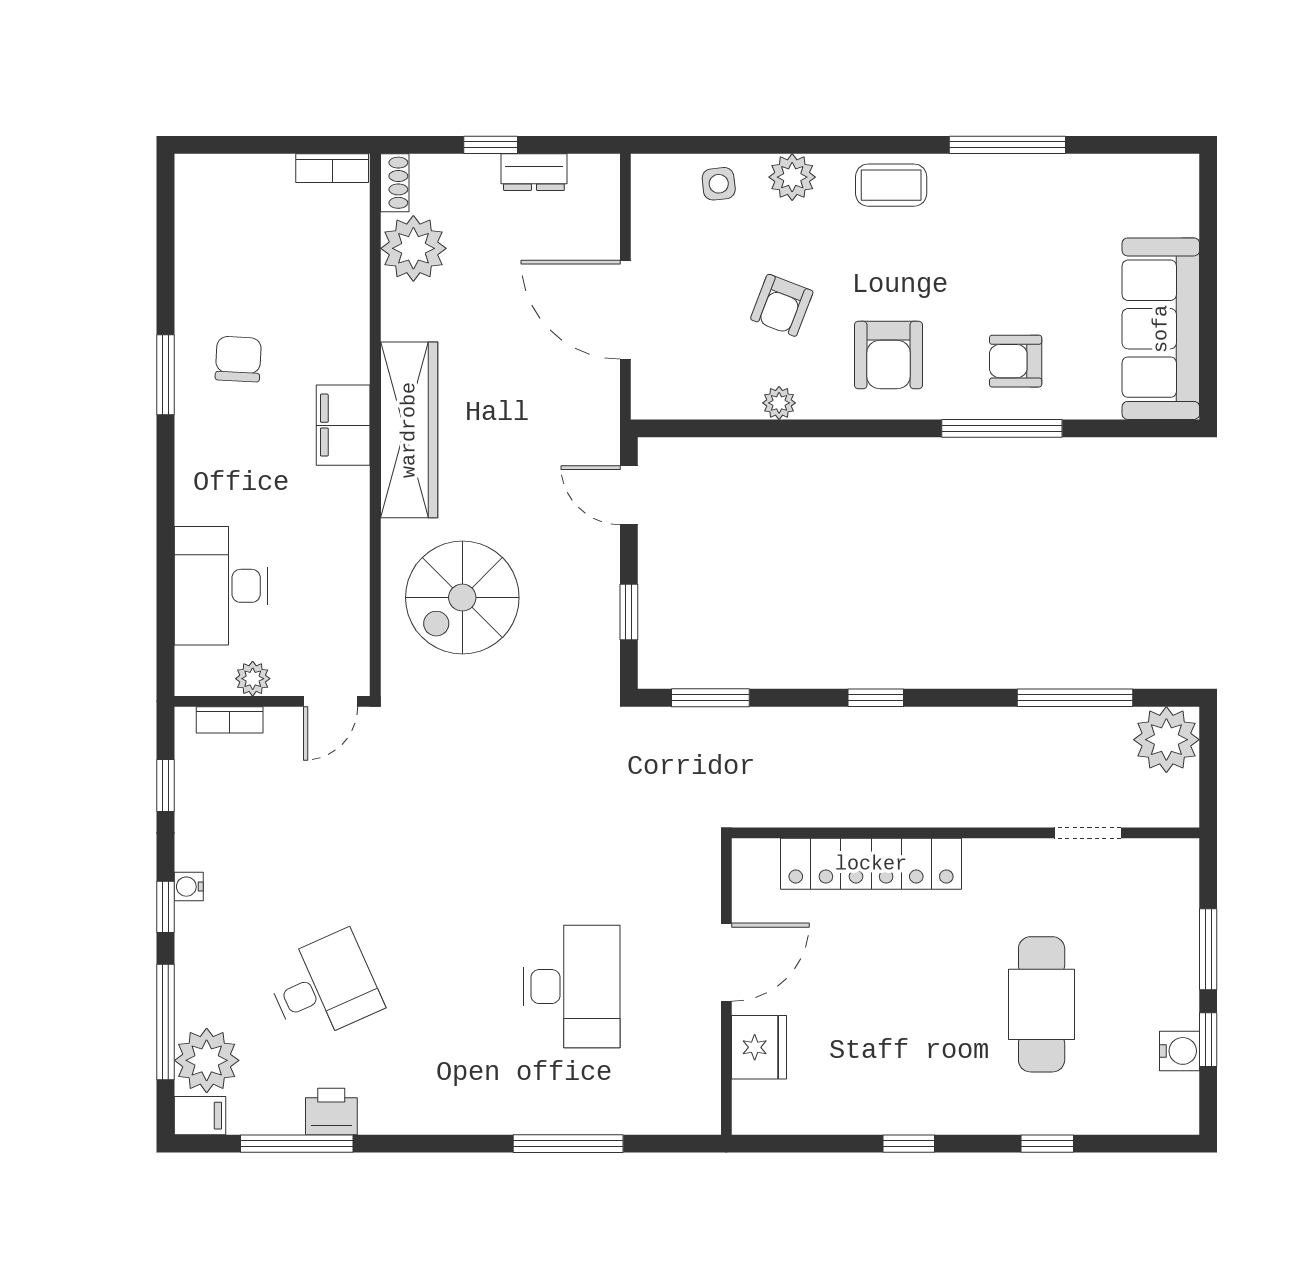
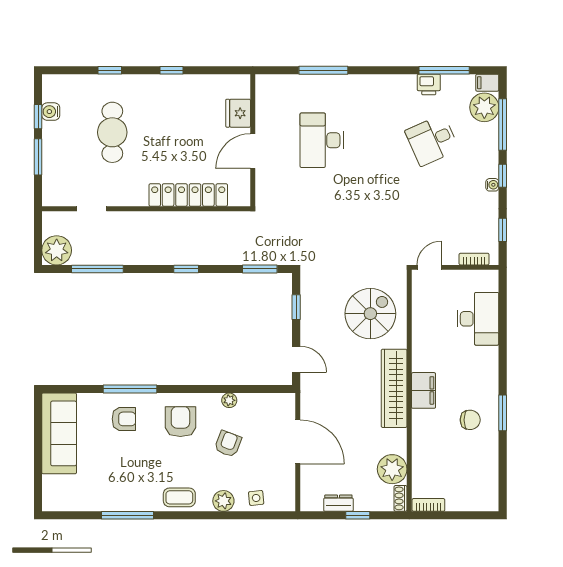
chair: (238, 359) -> (470, 420), turned -93
plant: (253, 679) -> (464, 277), removed

